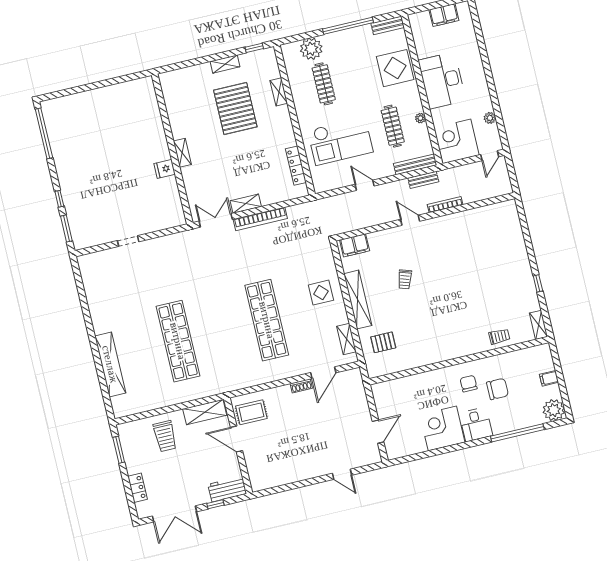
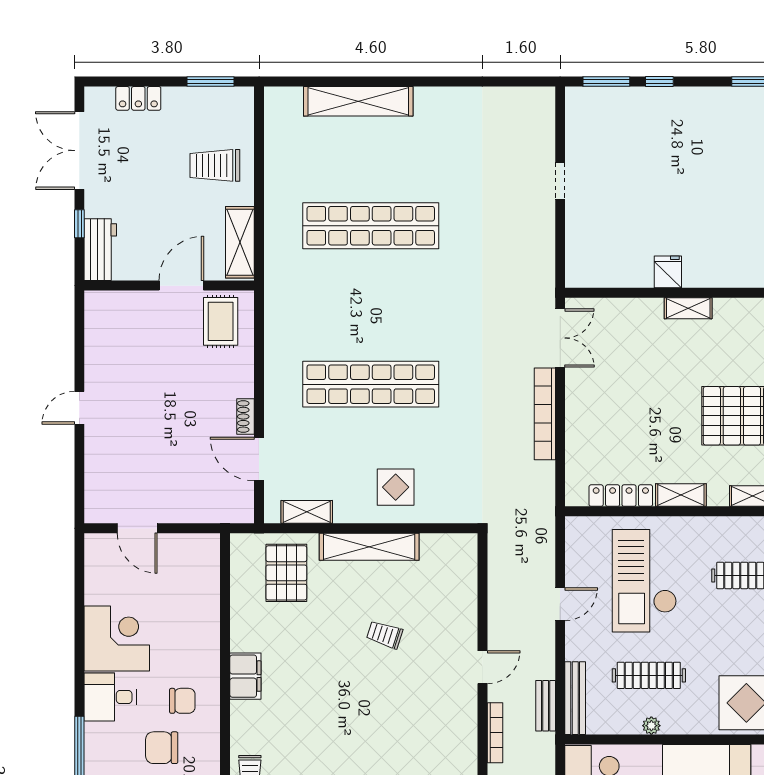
shelving: (246, 204) -> (681, 495), moved, turned 90
filing cabinet: (355, 245) -> (245, 676), moved, turned 180
pallet: (383, 342) -> (286, 573), width x1.50, depth x1.42
chair: (497, 389) -> (162, 748), turned 90
door: (342, 474) -> (79, 408), moved

